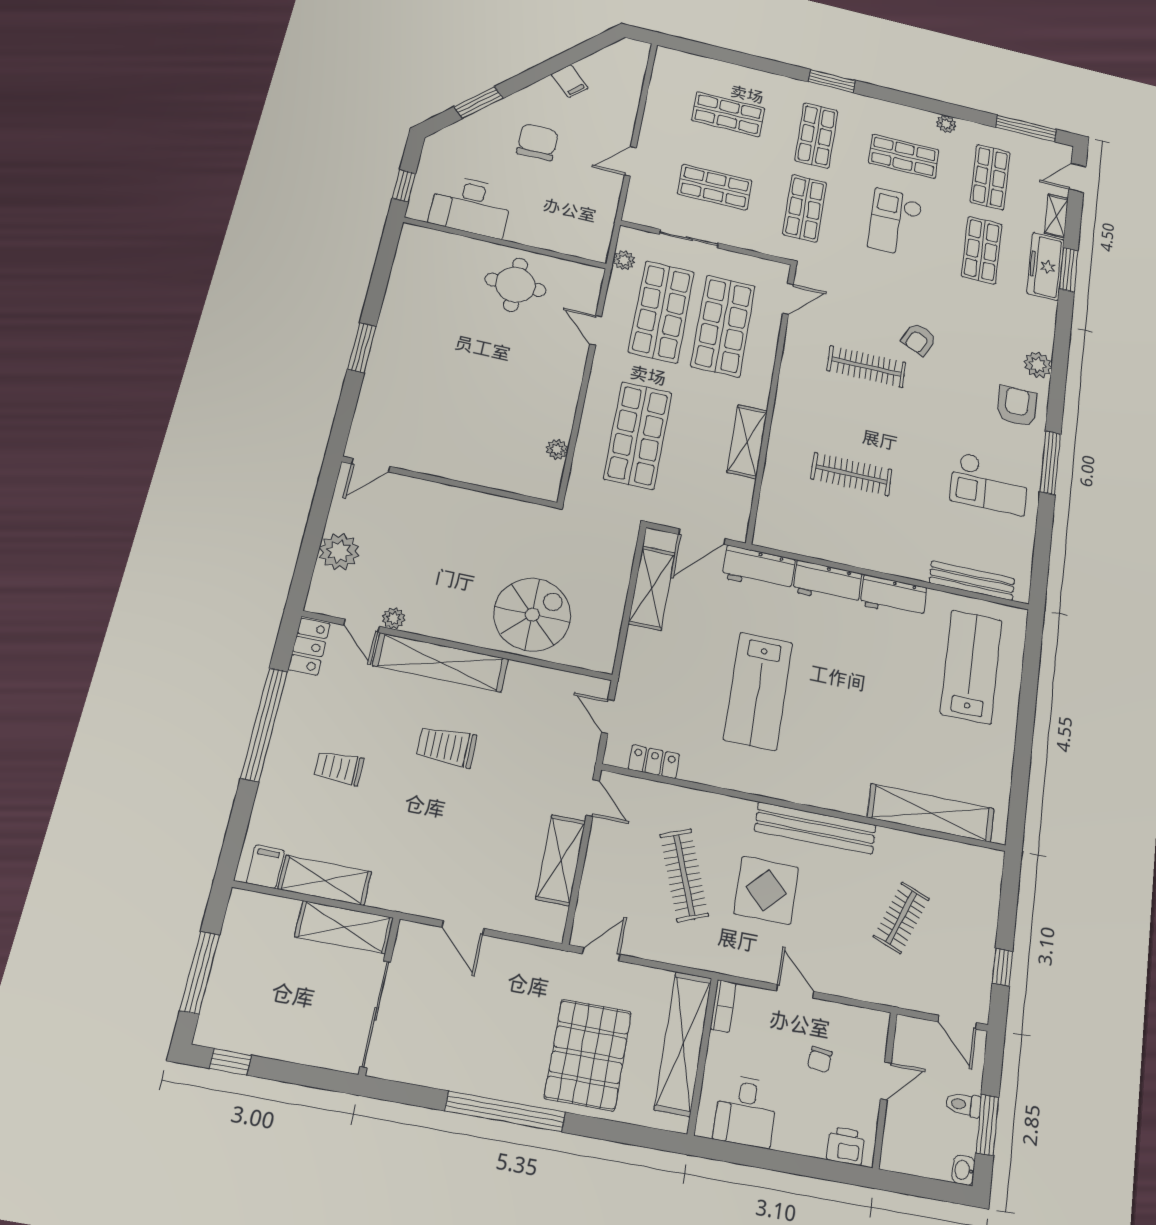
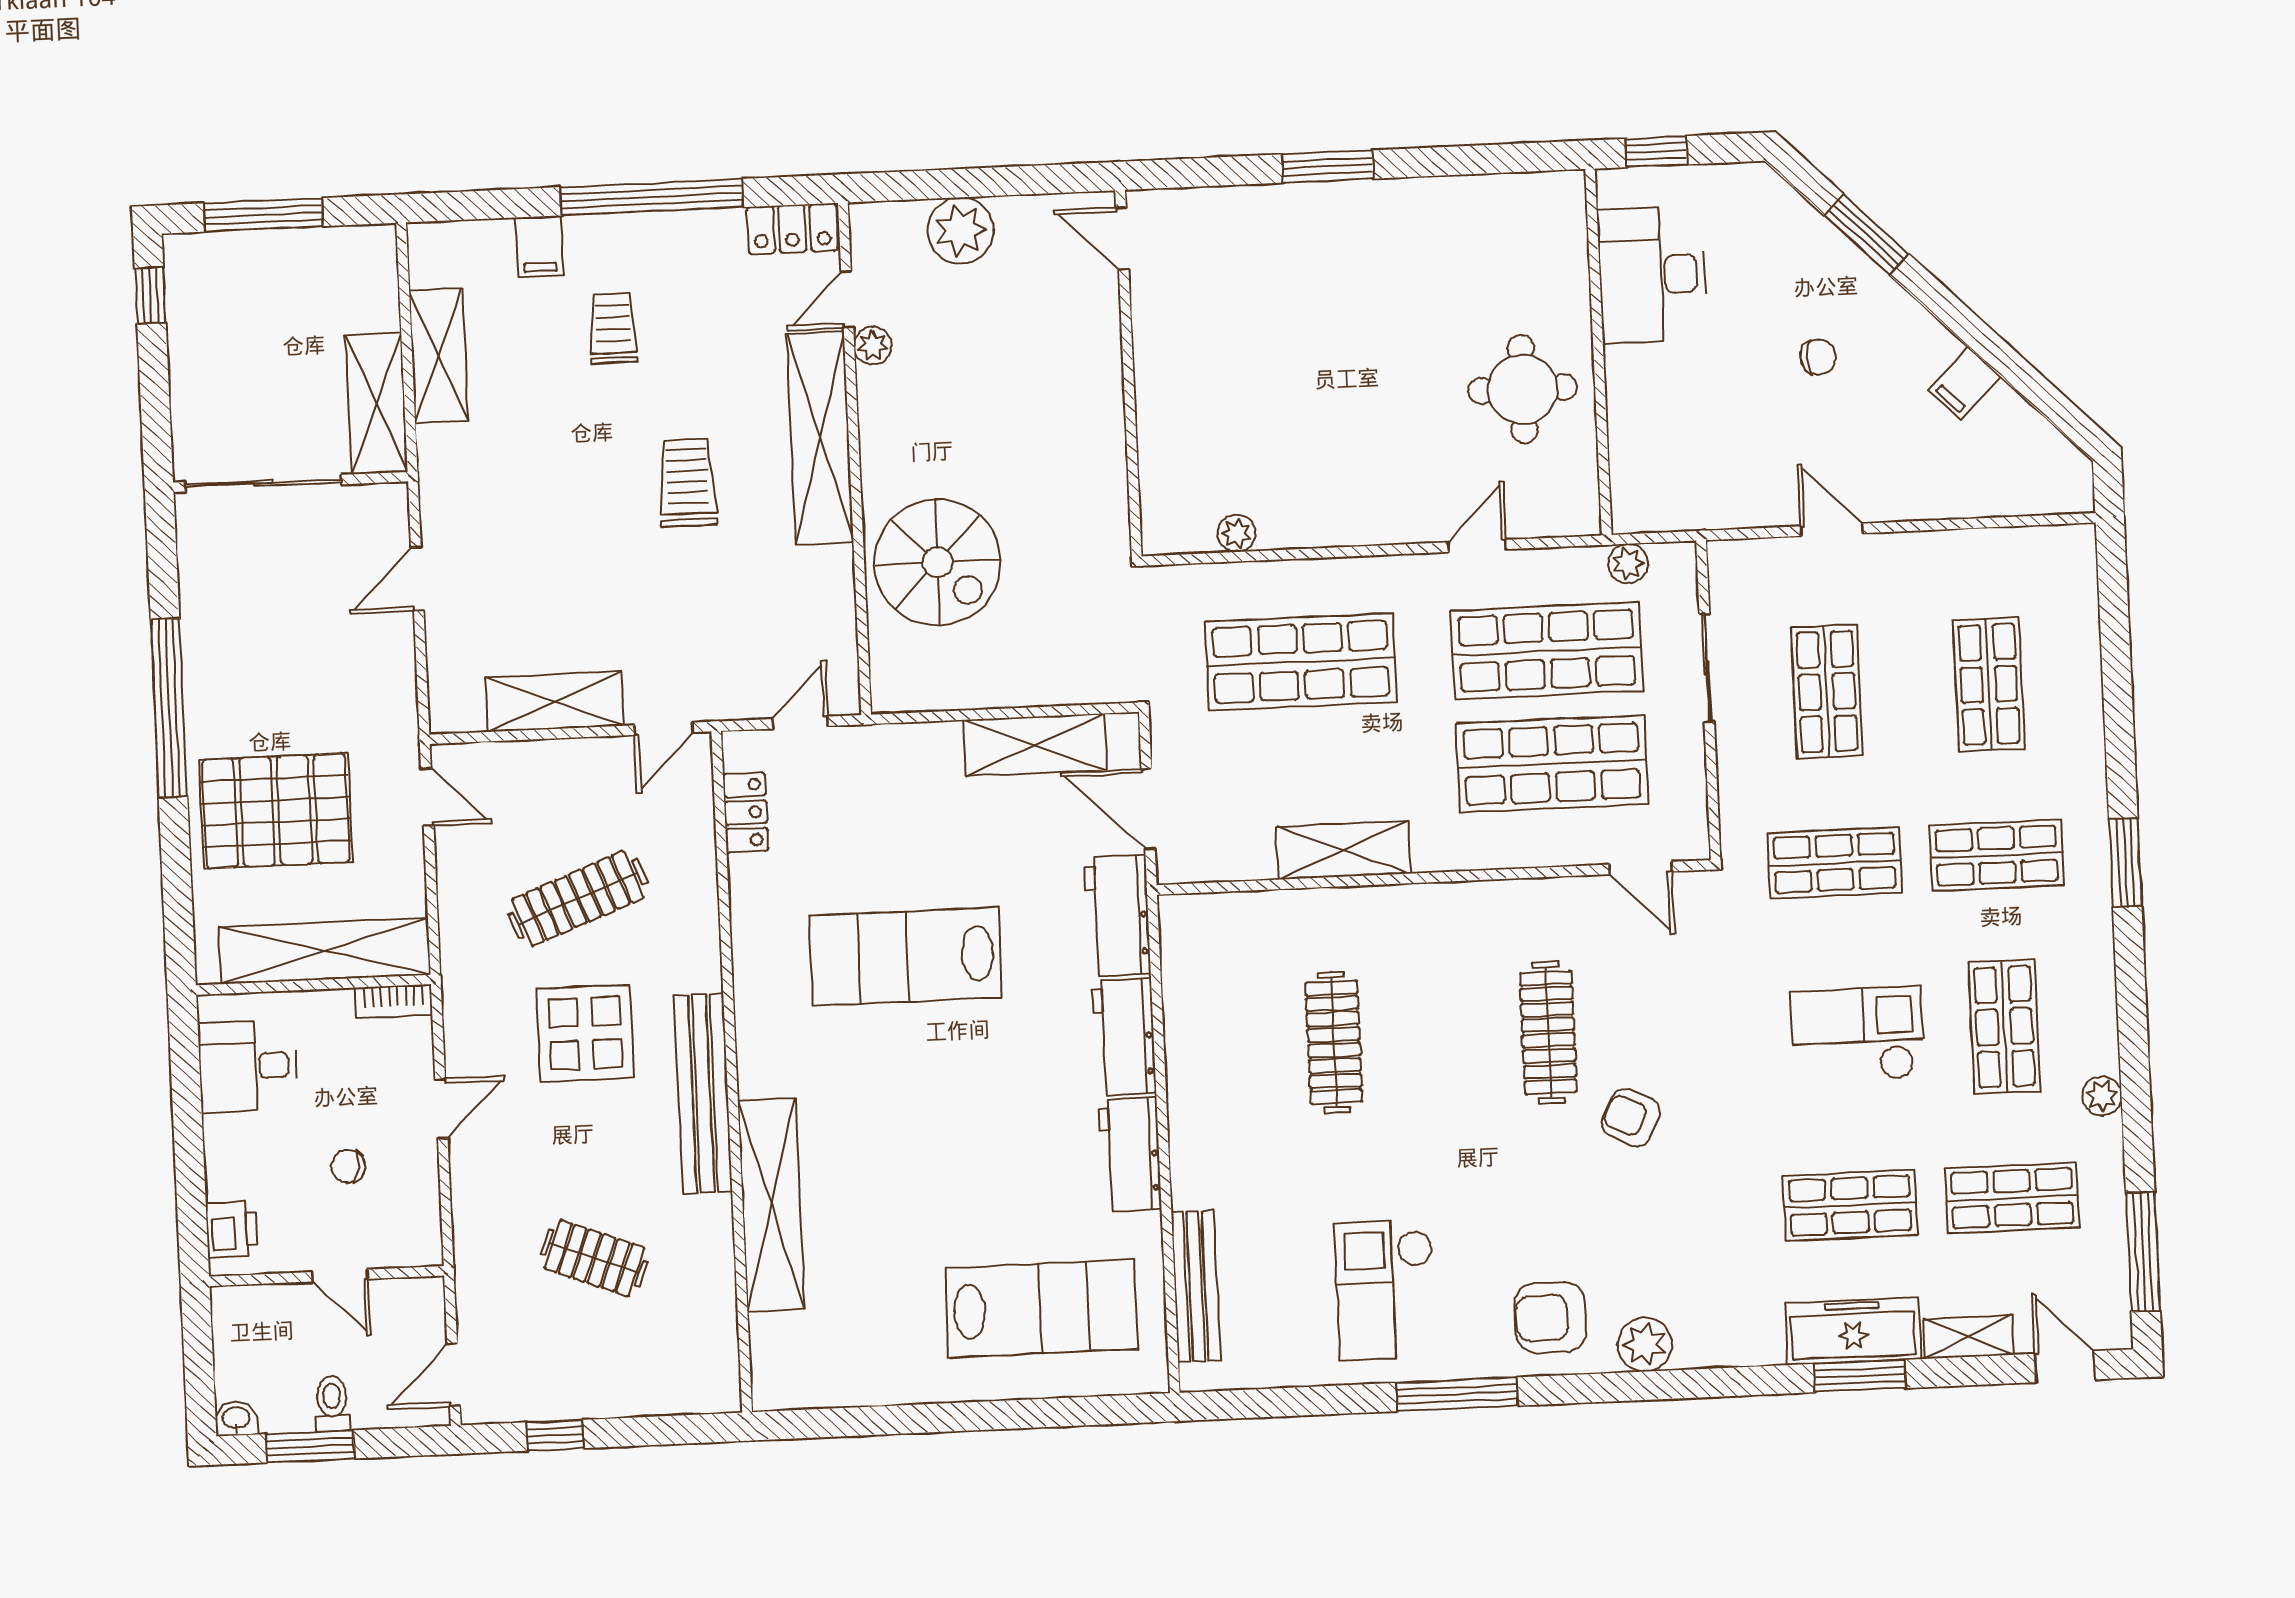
chair: (537, 142) -> (1818, 357), width x0.54, depth x0.54
armchair: (1017, 406) -> (1550, 1317), turned 180
shelving: (931, 813) -> (771, 1205), moved
filing cabinet: (265, 867) -> (539, 246), moved, turned 90

